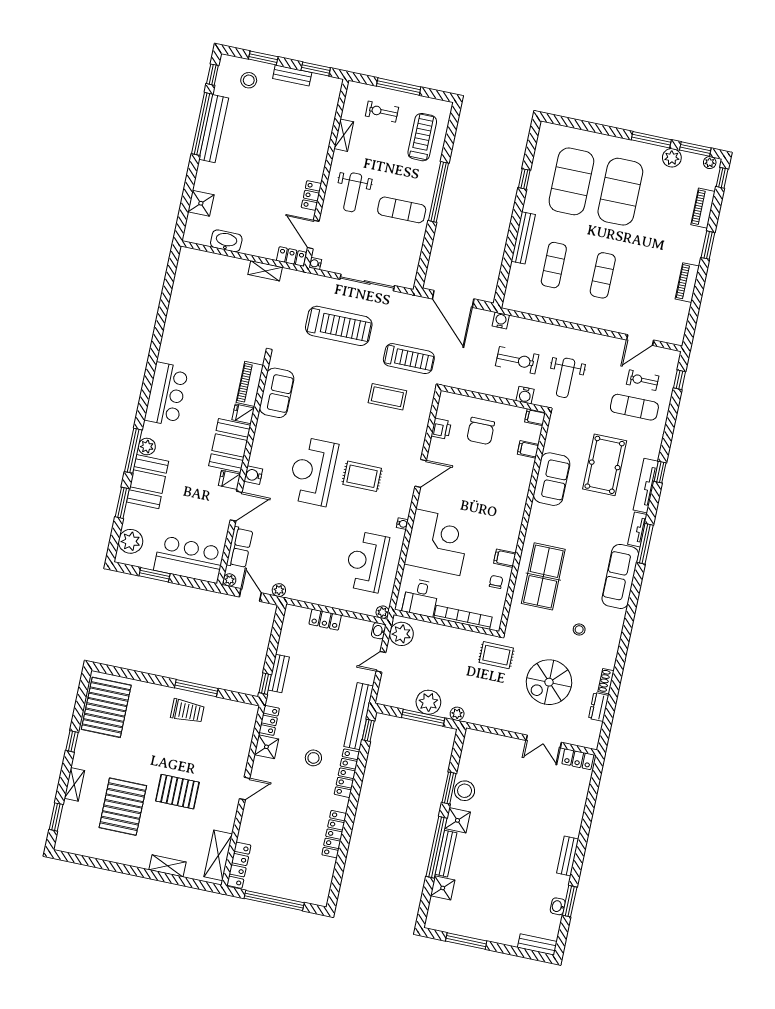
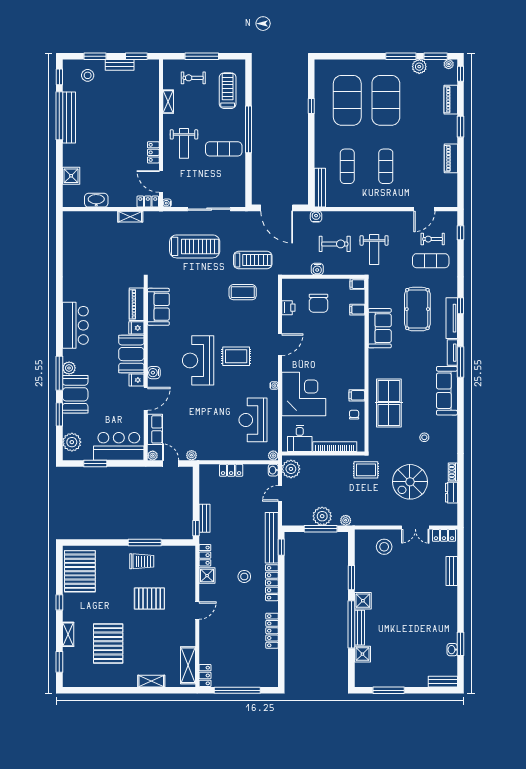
bench: (523, 238) -> (320, 188), moved
water cooler: (525, 395) -> (317, 269), moved
stool: (465, 791) -> (384, 547), moved
pallet: (177, 792) -> (149, 599), moved
bench: (568, 856) -> (452, 571), moved
locker: (239, 865) -> (205, 675), width x0.66

